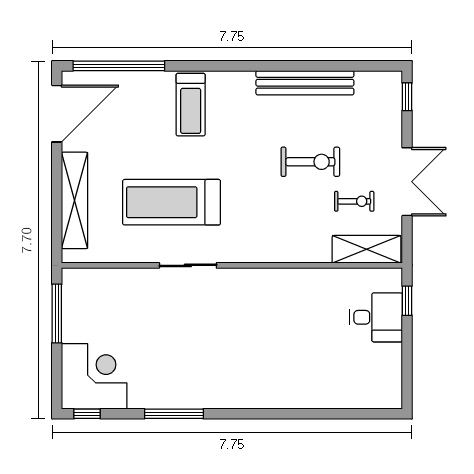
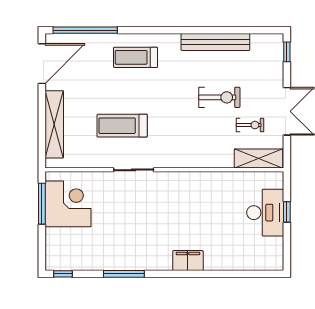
treadmill: (191, 105) -> (135, 57), turned 90
treadmill: (172, 202) -> (122, 126), width x0.73, depth x0.73
window: (407, 301) -> (287, 212), moved
desk: (376, 317) -> (265, 213), width x1.37
corner desk: (94, 376) -> (68, 204), moved
filing cabinet: (266, 395) -> (188, 260), added

